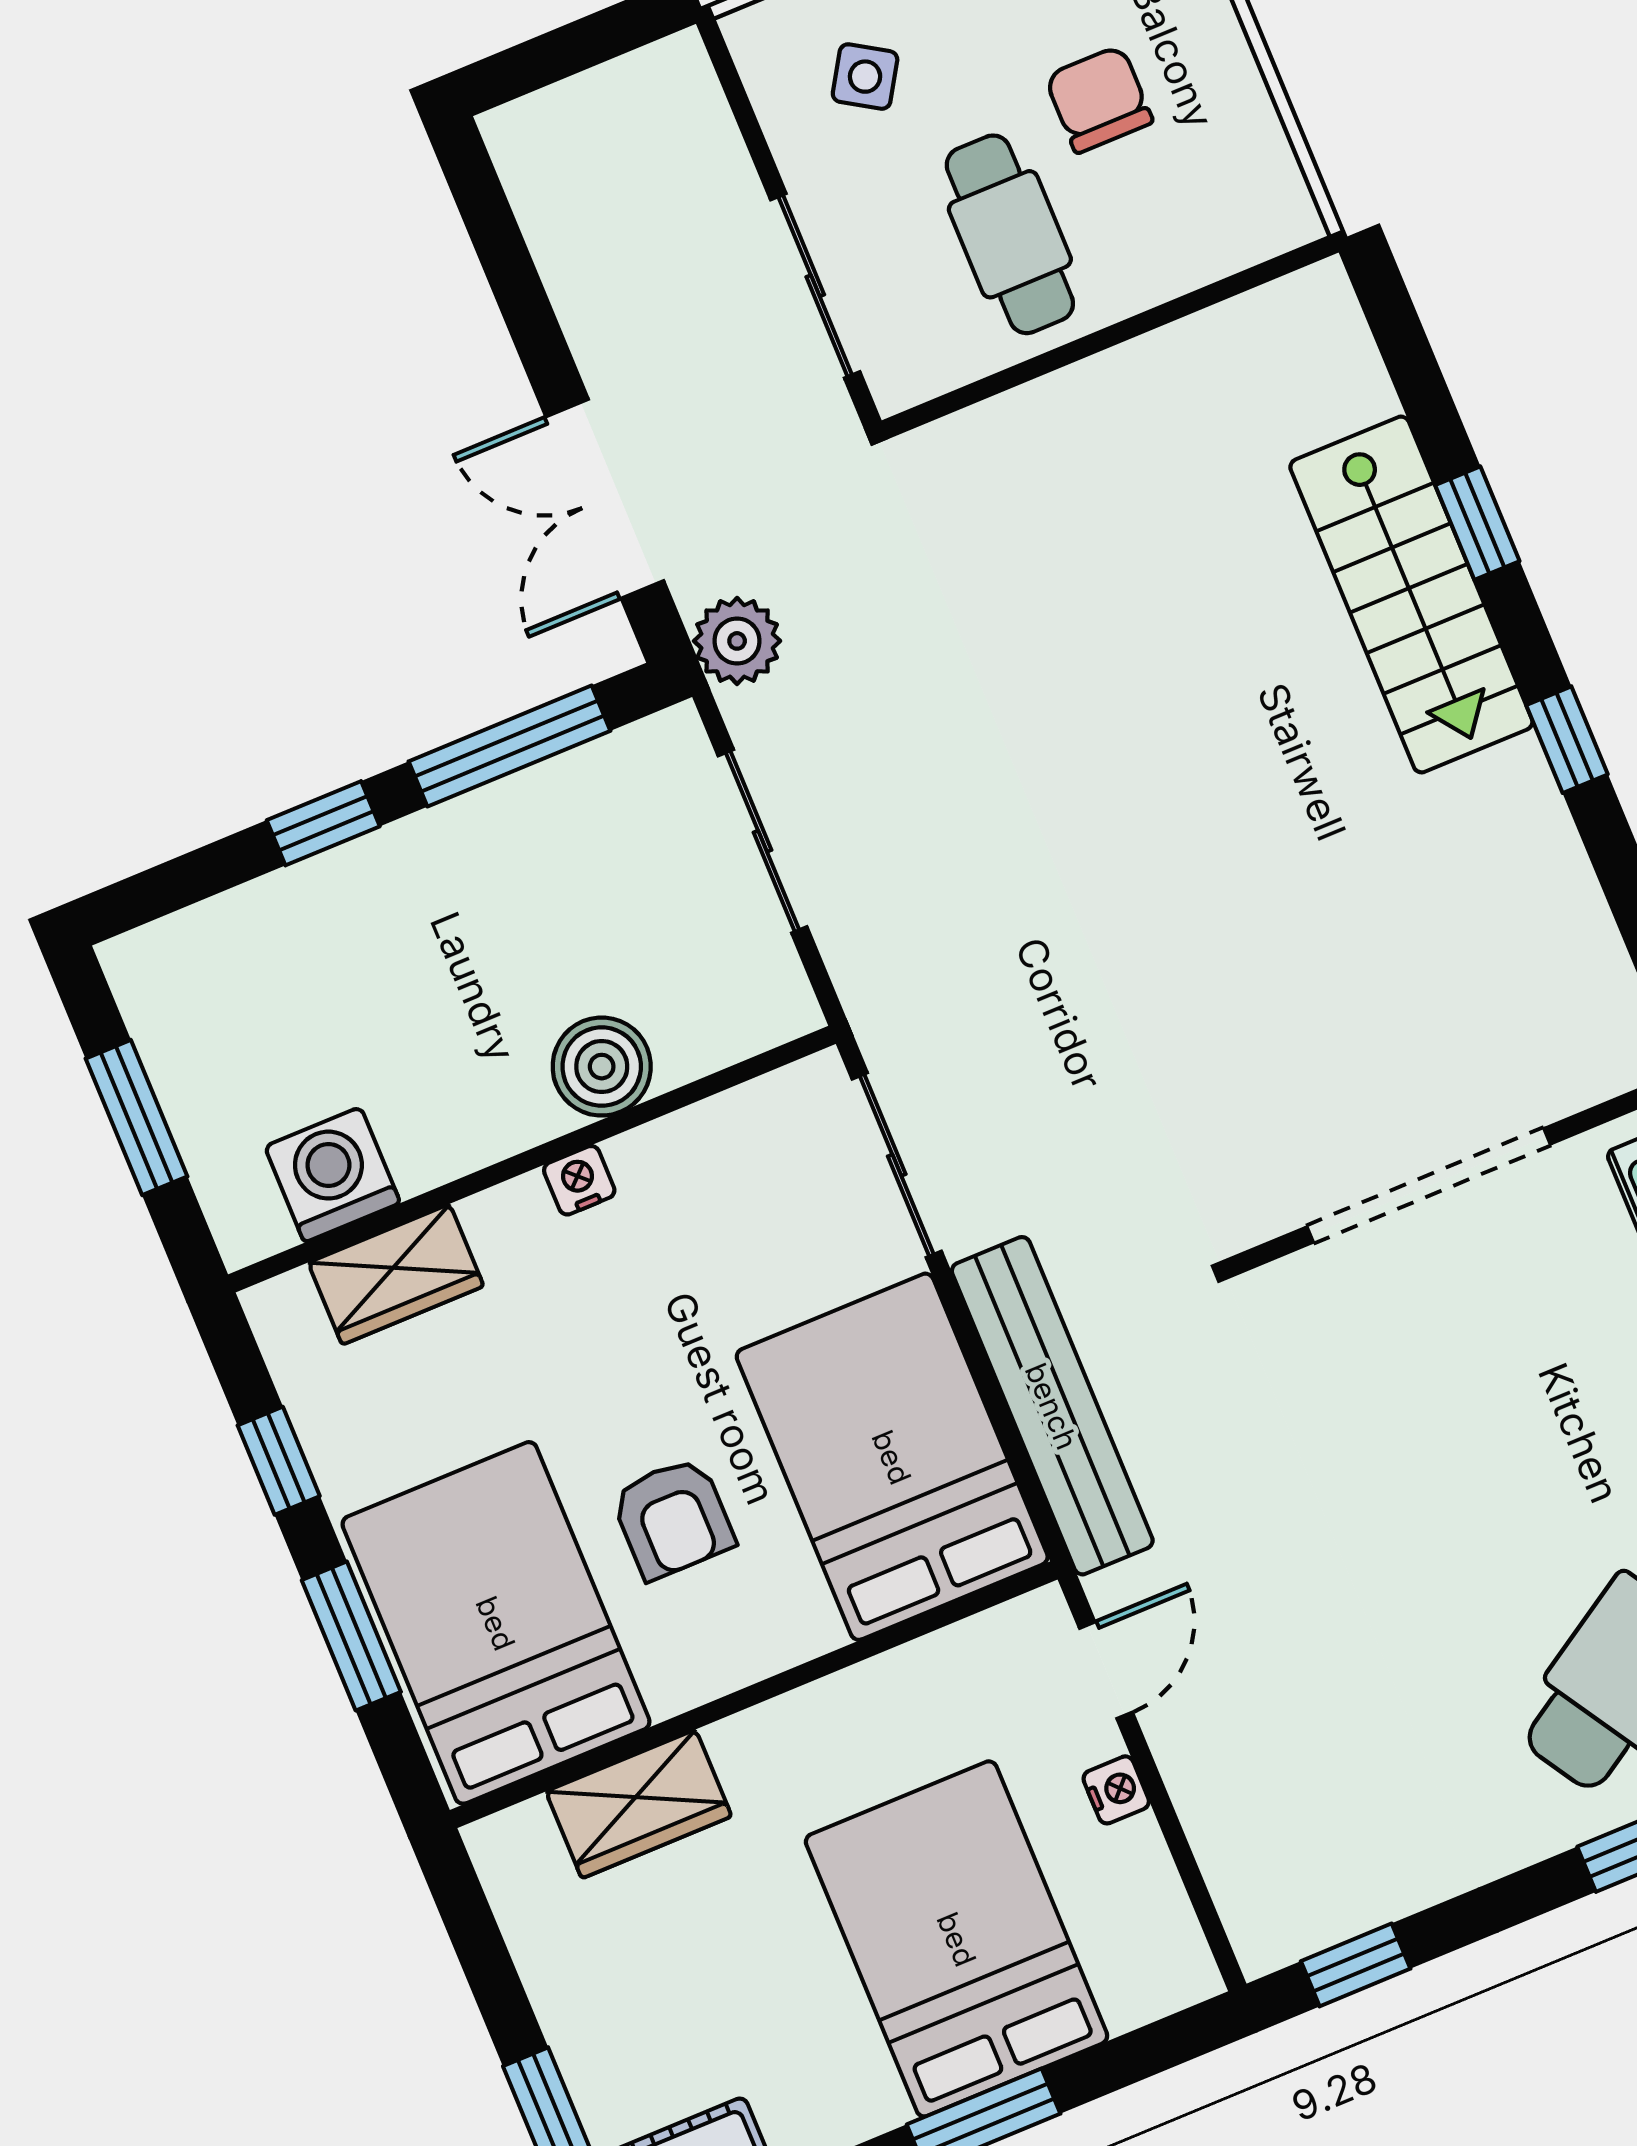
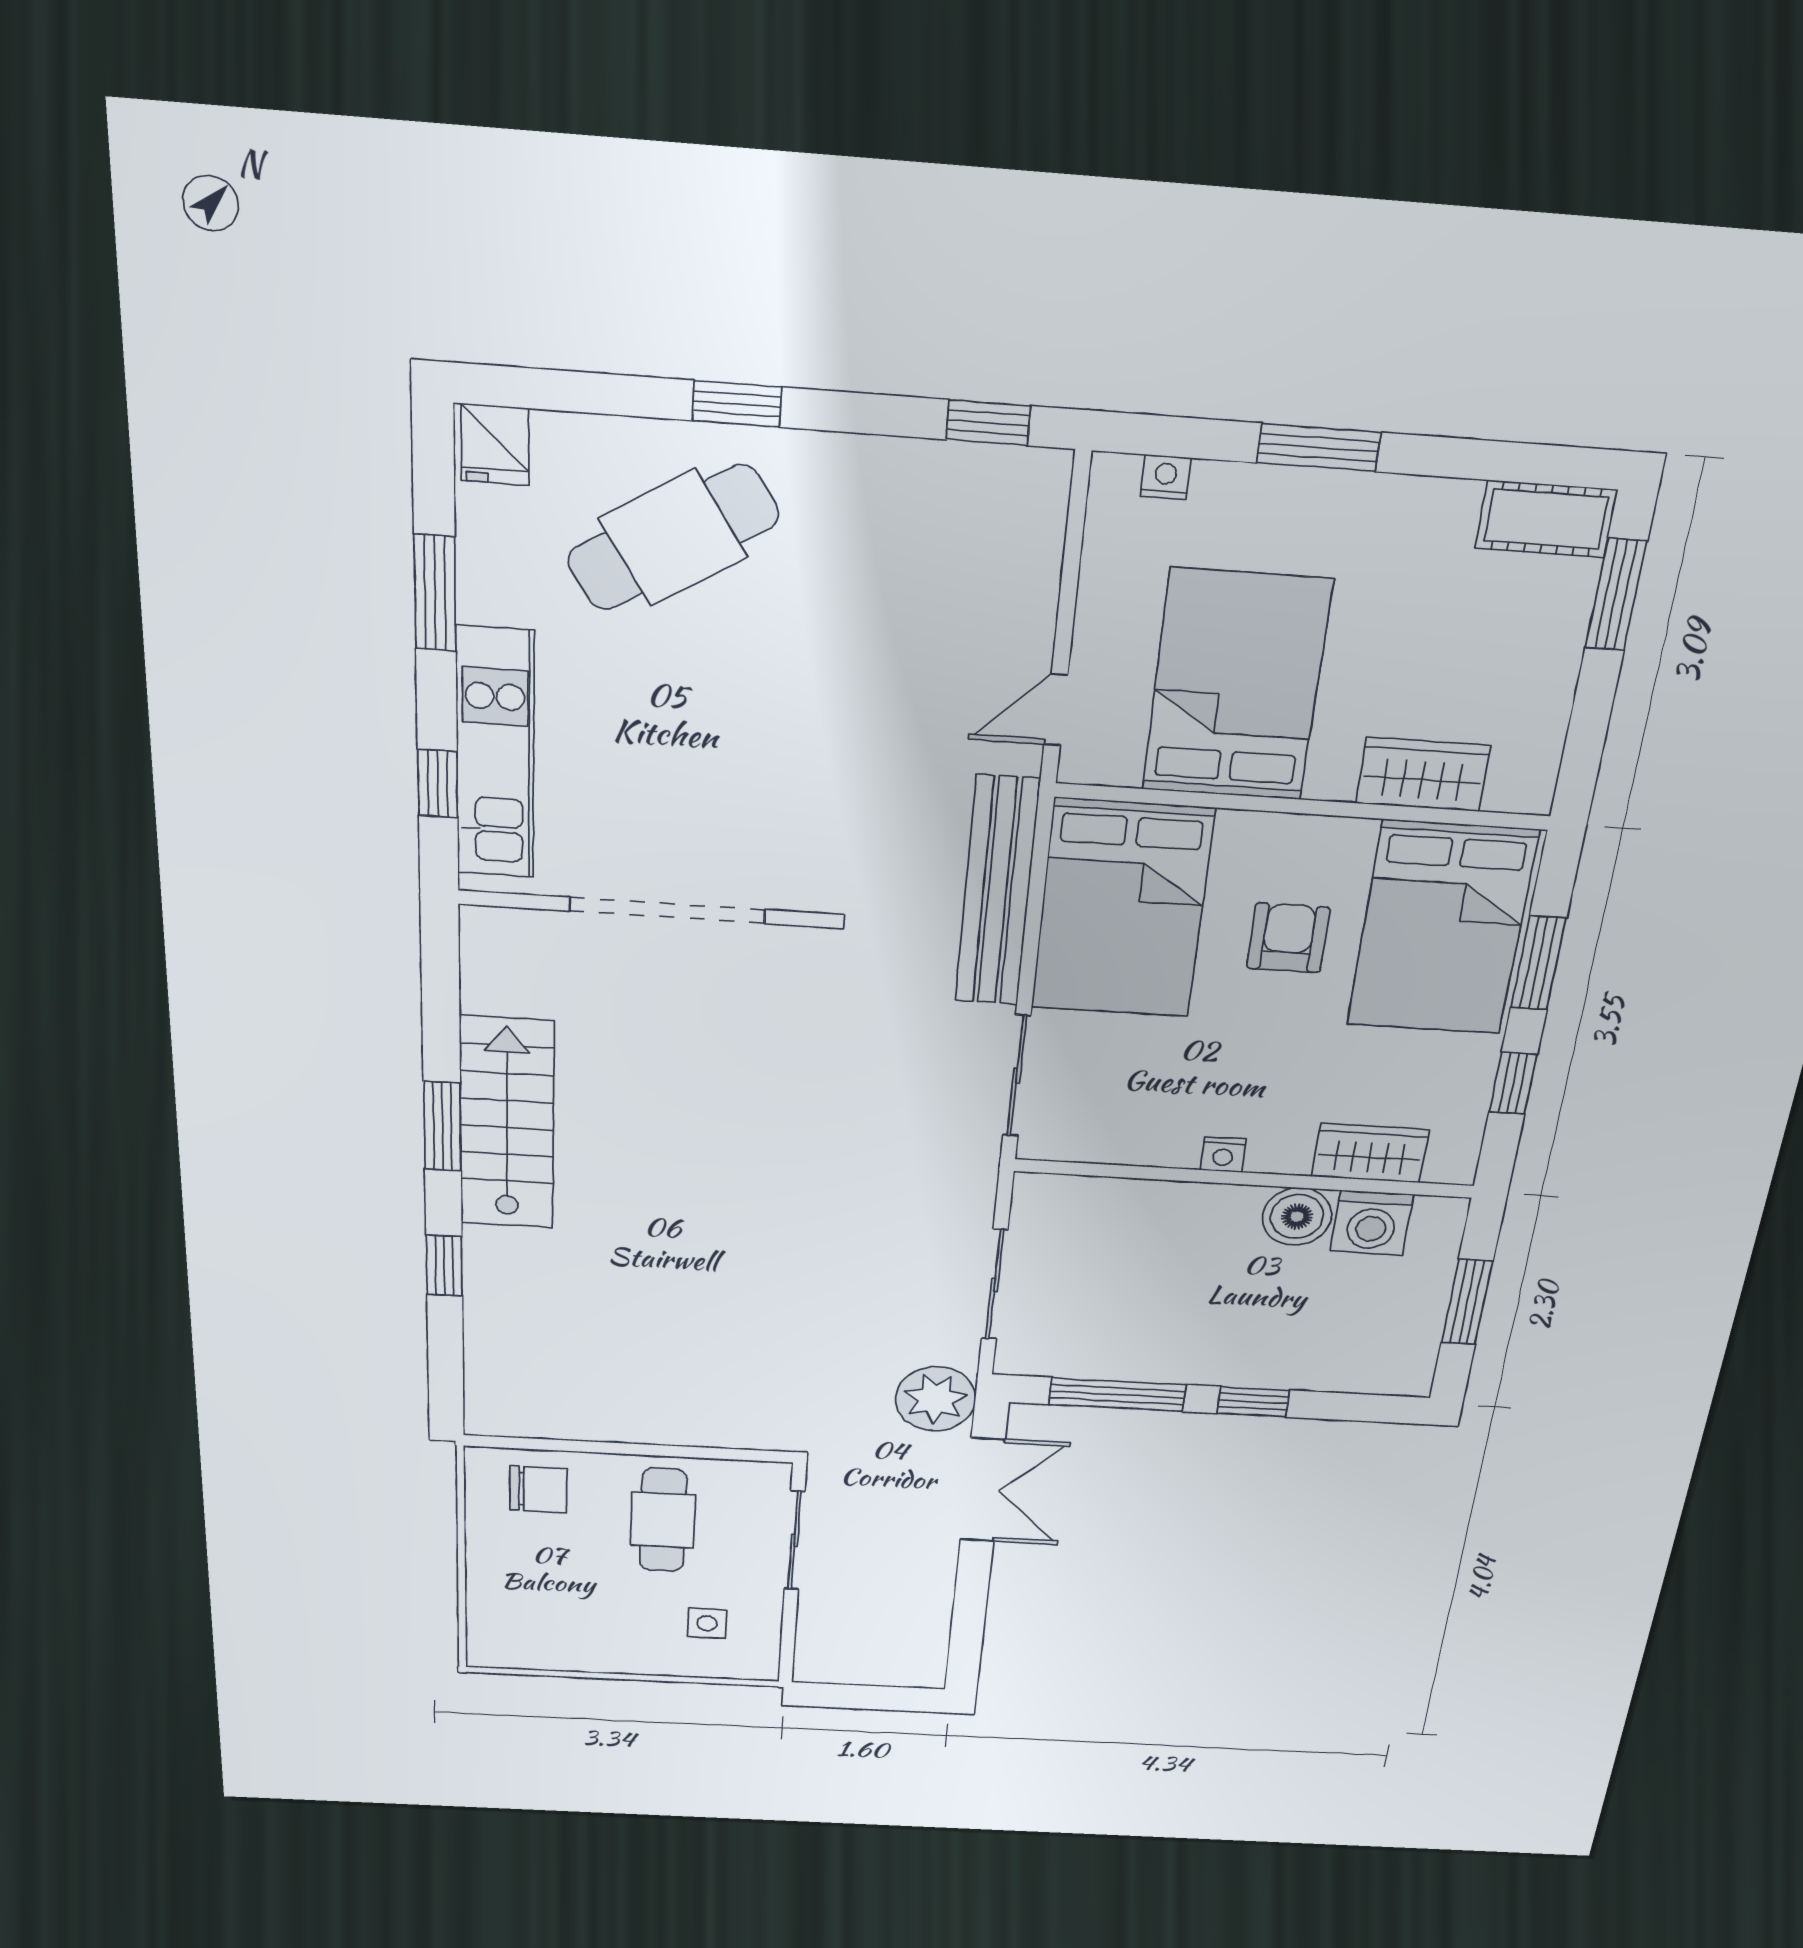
side table: (865, 77) -> (707, 1623), turned -32
chair: (1099, 99) -> (538, 1489), moved, turned -90
stairs: (1411, 594) -> (507, 1123), moved
plant: (737, 641) -> (935, 1399), width x1.36, depth x1.36
window: (1567, 740) -> (442, 1126), width x1.50
boiler: (602, 1067) -> (1297, 1217), moved
nightstand: (1116, 1790) -> (1166, 477), moved, turned 90
bed: (957, 1939) -> (1236, 686), moved, turned 180

